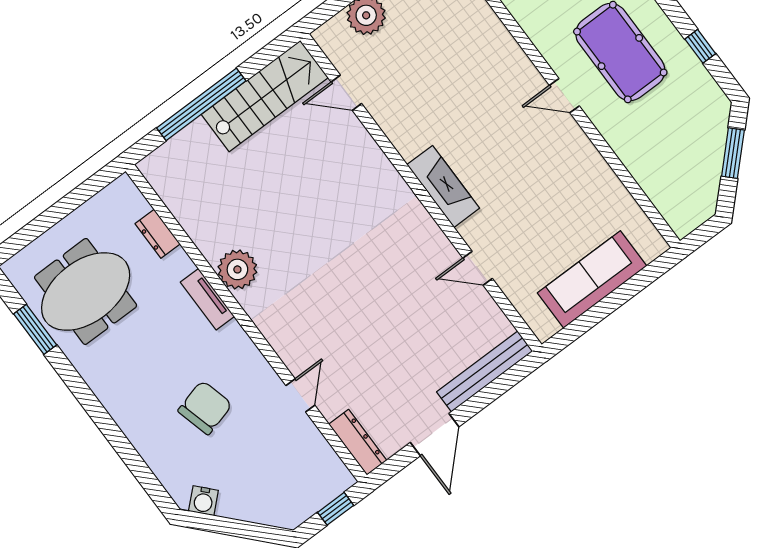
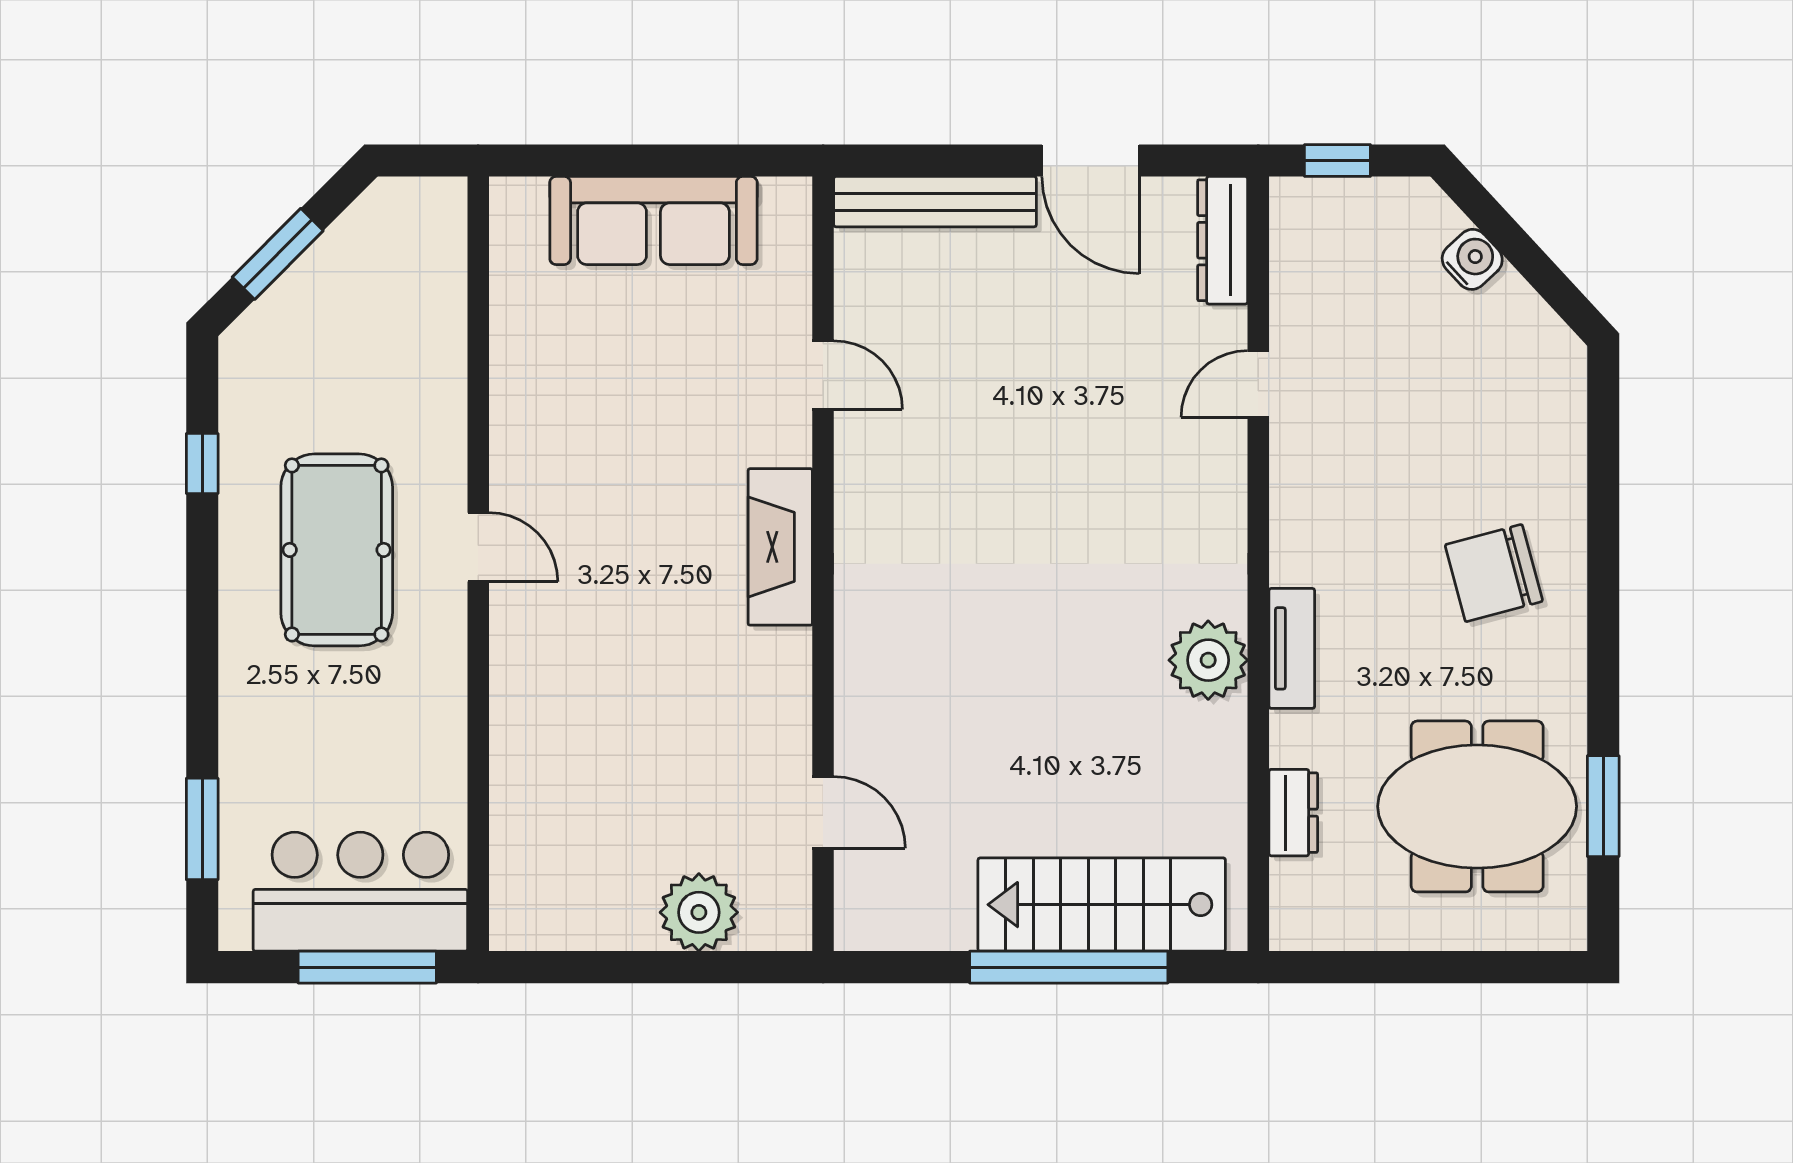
stairs: (265, 96) -> (1102, 905), moved
chair: (205, 408) -> (1494, 573), moved
door: (435, 435) -> (1091, 161), swing flipped
water cooler: (203, 501) -> (1472, 259), moved

